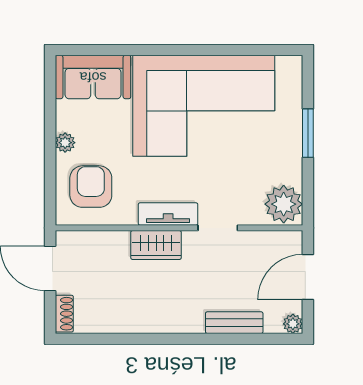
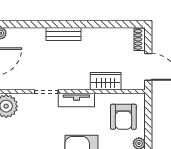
wardrobe: (156, 245) -> (106, 81), moved
bench: (234, 323) -> (63, 34), moved

